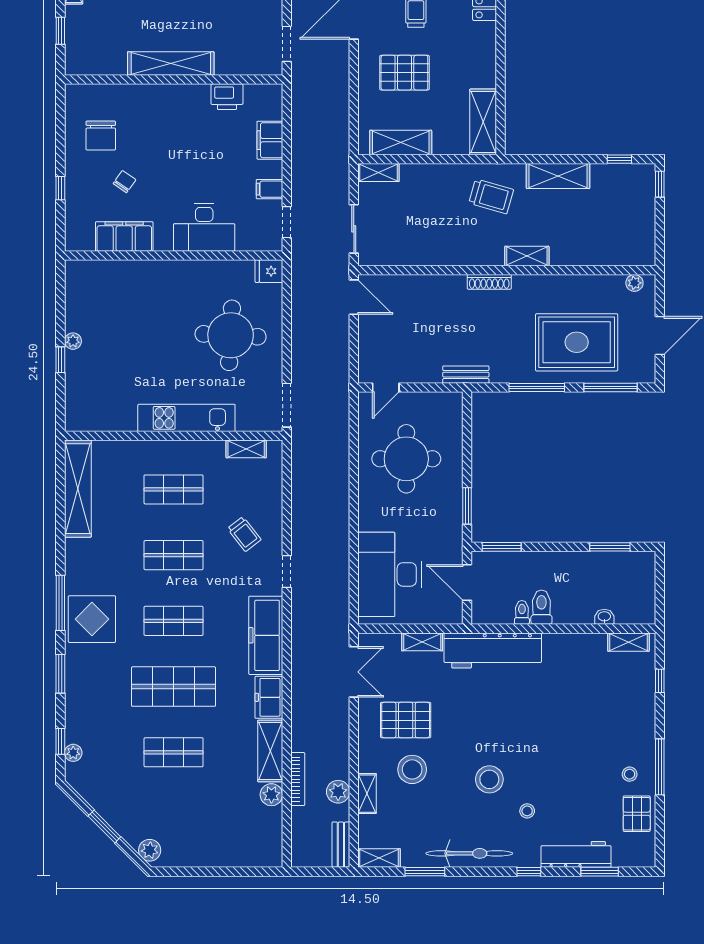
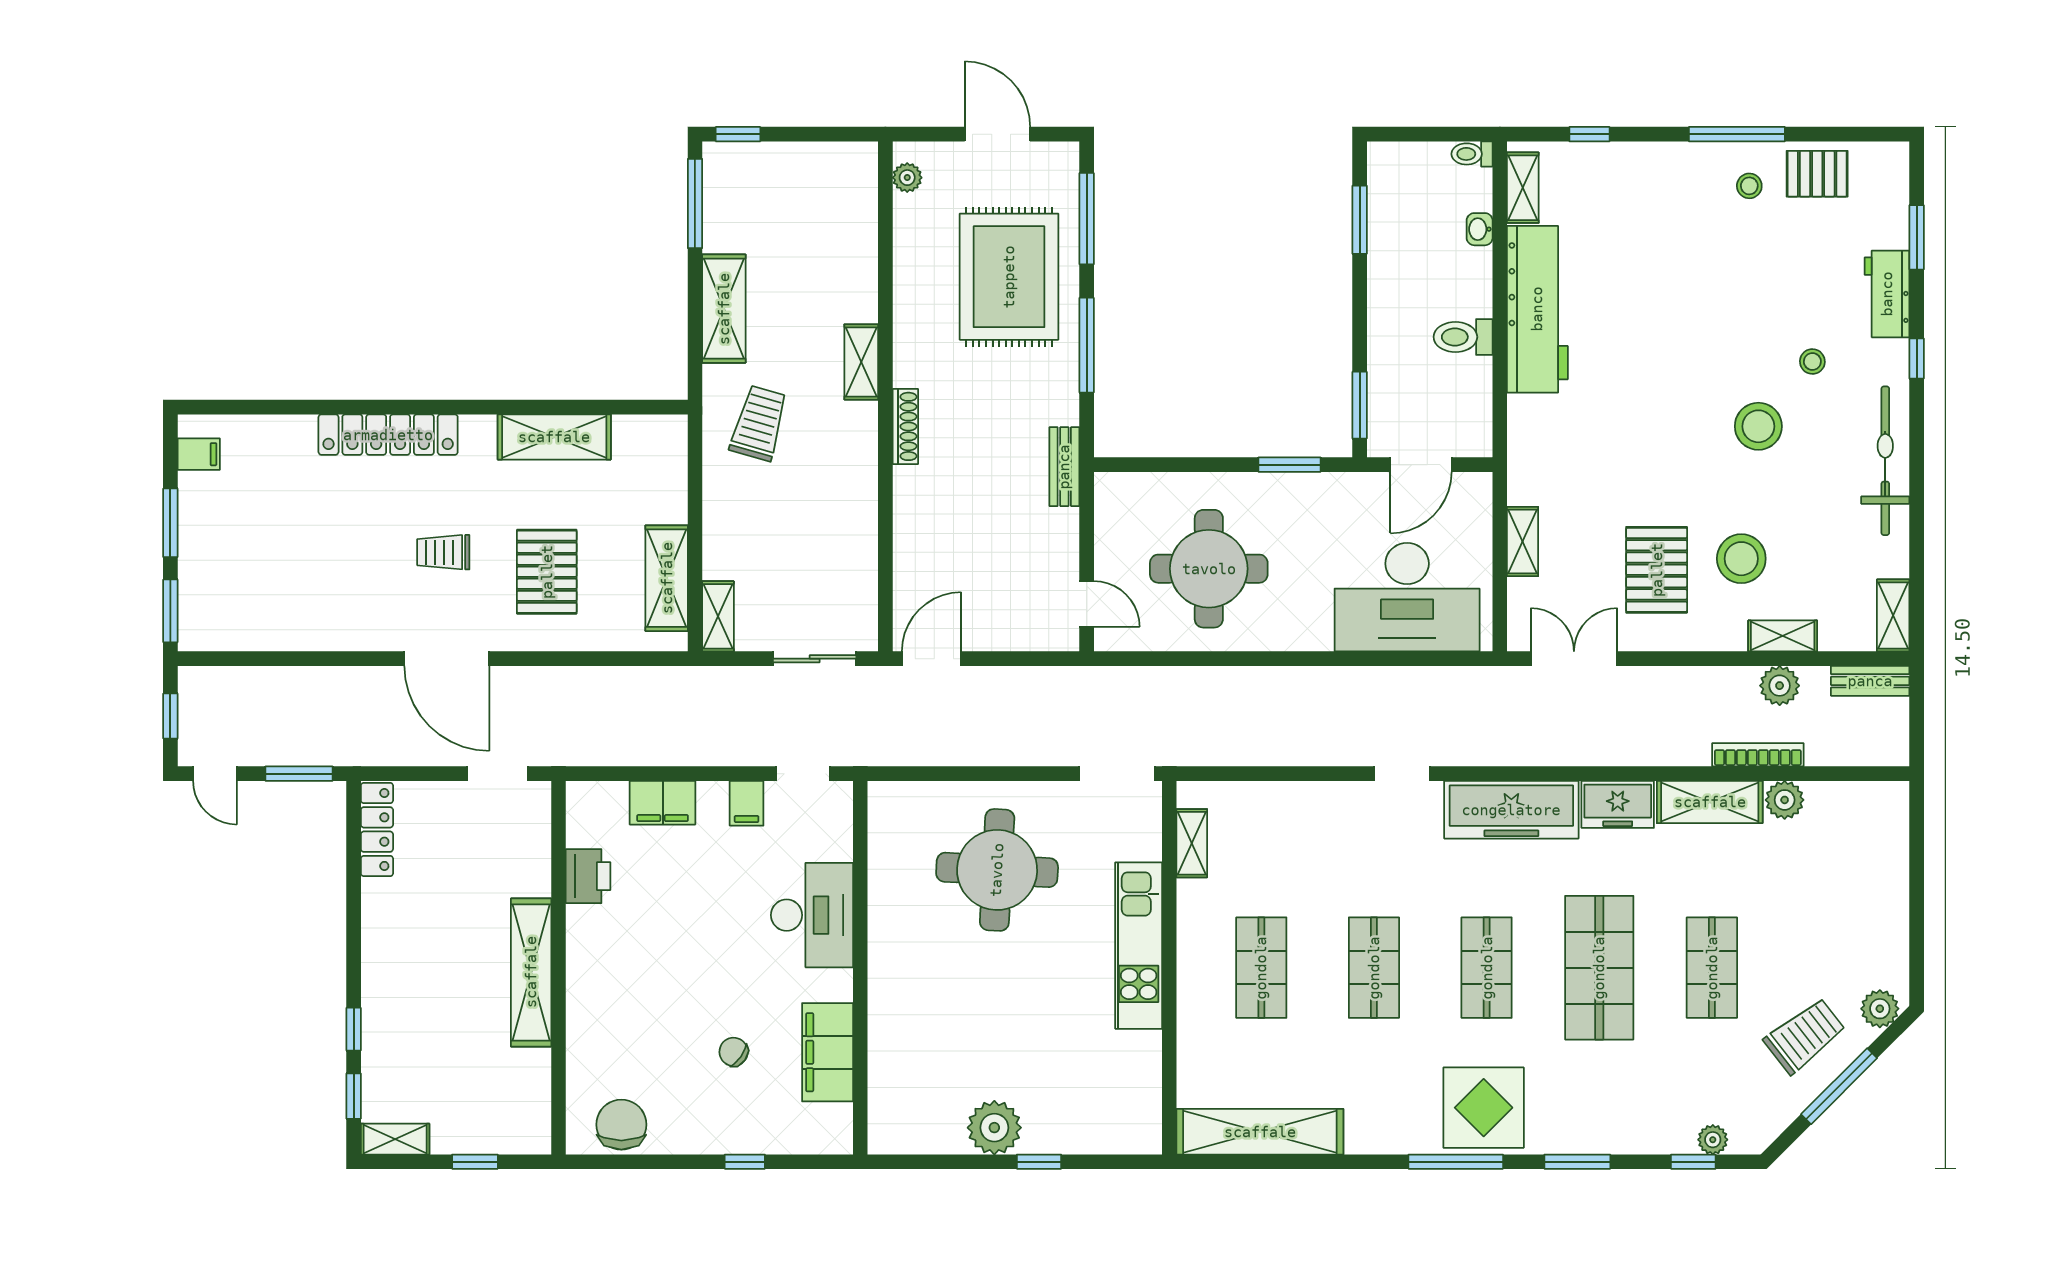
shelving: (483, 122) -> (554, 437), moved
chair: (101, 136) -> (621, 1125), moved, turned -90
window: (619, 159) -> (695, 203), width x2.17
fridge: (269, 271) -> (887, 804), removed
plant: (73, 341) -> (994, 1128), width x1.88, depth x1.88
trolley: (244, 534) -> (1805, 1036), moved, width x1.36, depth x1.39
toilet: (522, 612) -> (1472, 154), moved
workbench: (493, 650) -> (1537, 309), moved
window: (104, 826) -> (1839, 1086), width x1.44
workbench: (576, 854) -> (1887, 294), width x0.73
window: (425, 872) -> (1917, 537), removed

